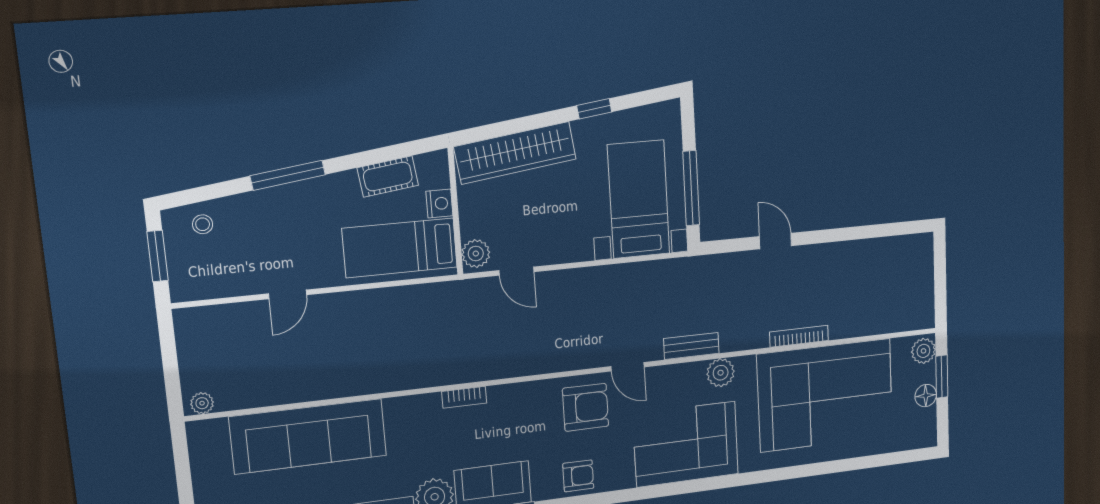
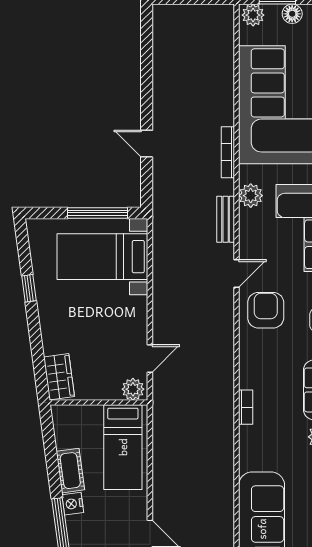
wardrobe: (515, 153) -> (59, 377), width x0.48, depth x0.85
cot: (388, 177) -> (70, 471), moved
nightstand: (439, 203) -> (73, 504), moved, turned -98
door: (776, 241) -> (147, 144), hinge flipped
bookcase: (799, 336) -> (228, 152), moved

